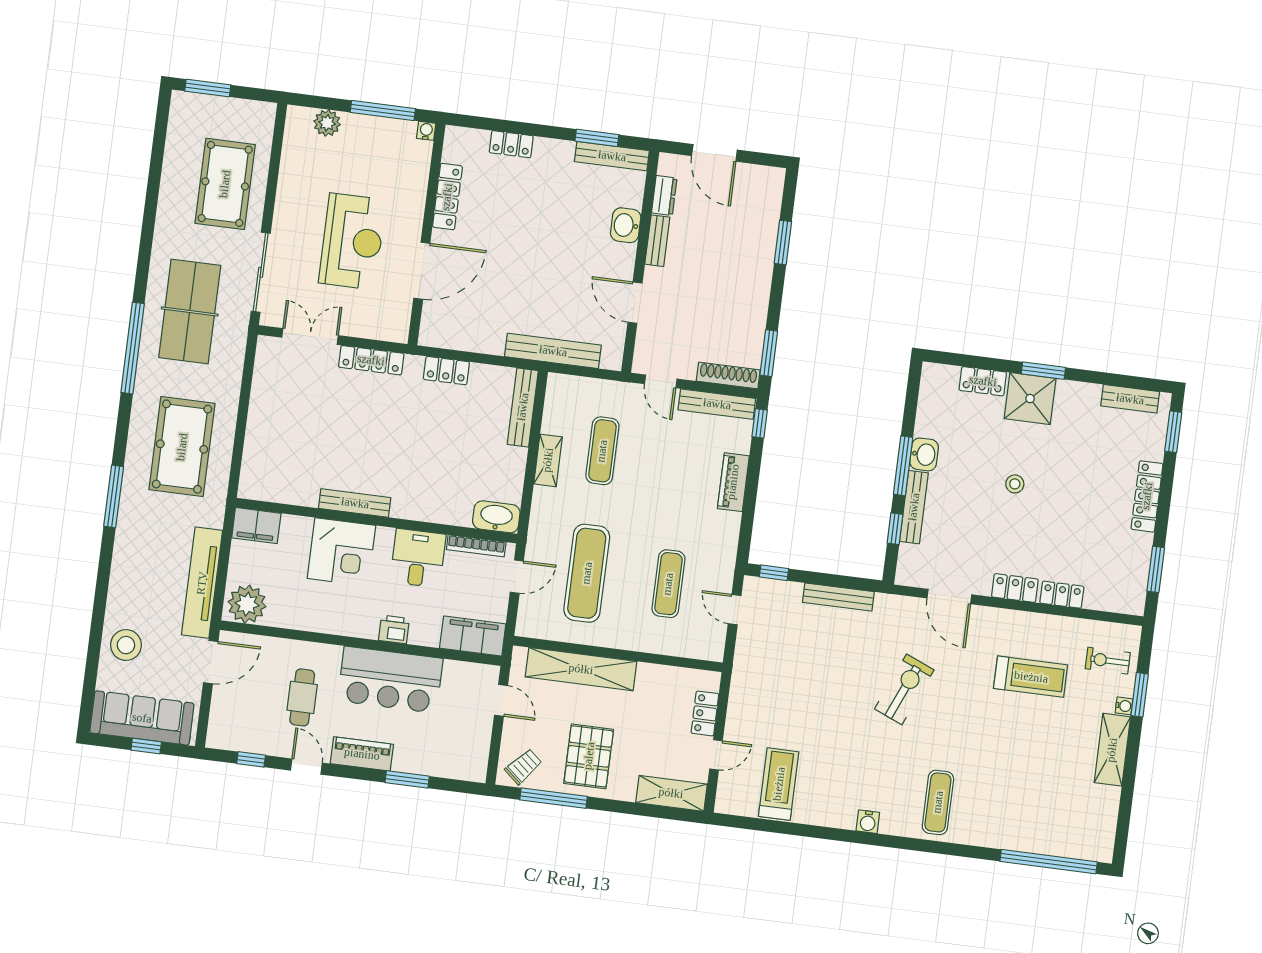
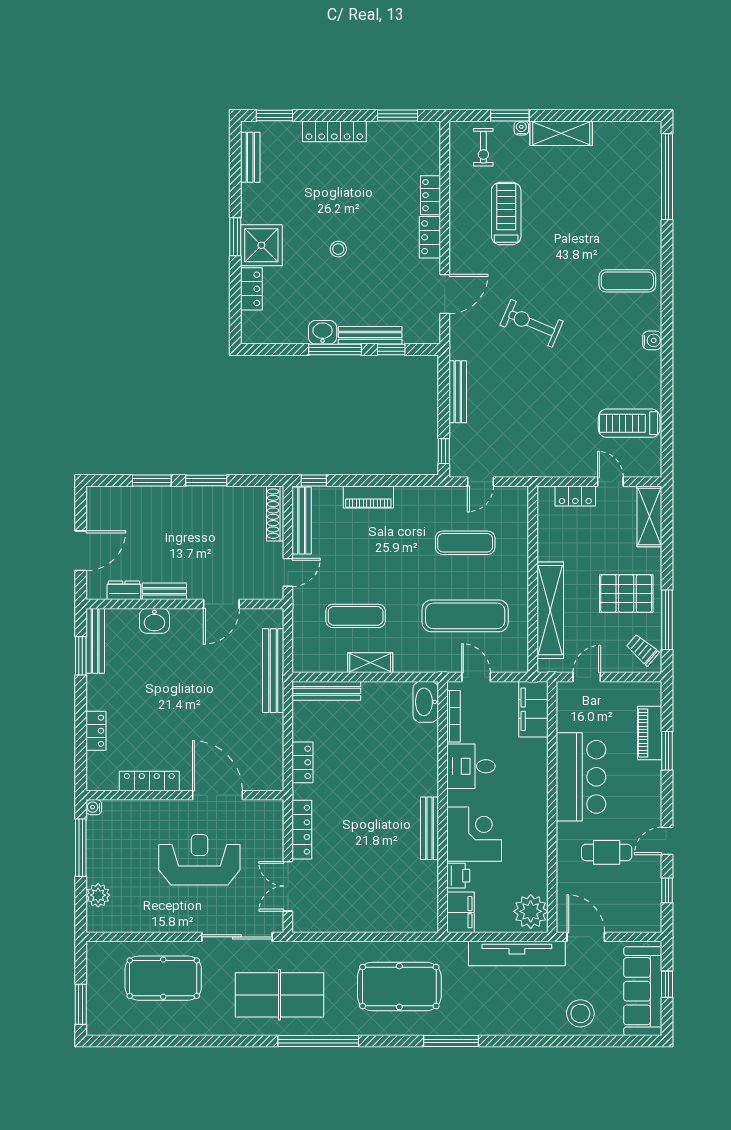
window: (769, 353) -> (206, 481), moved
printer: (394, 629) -> (458, 876), moved, turned 180
piano: (362, 754) -> (650, 733), moved

